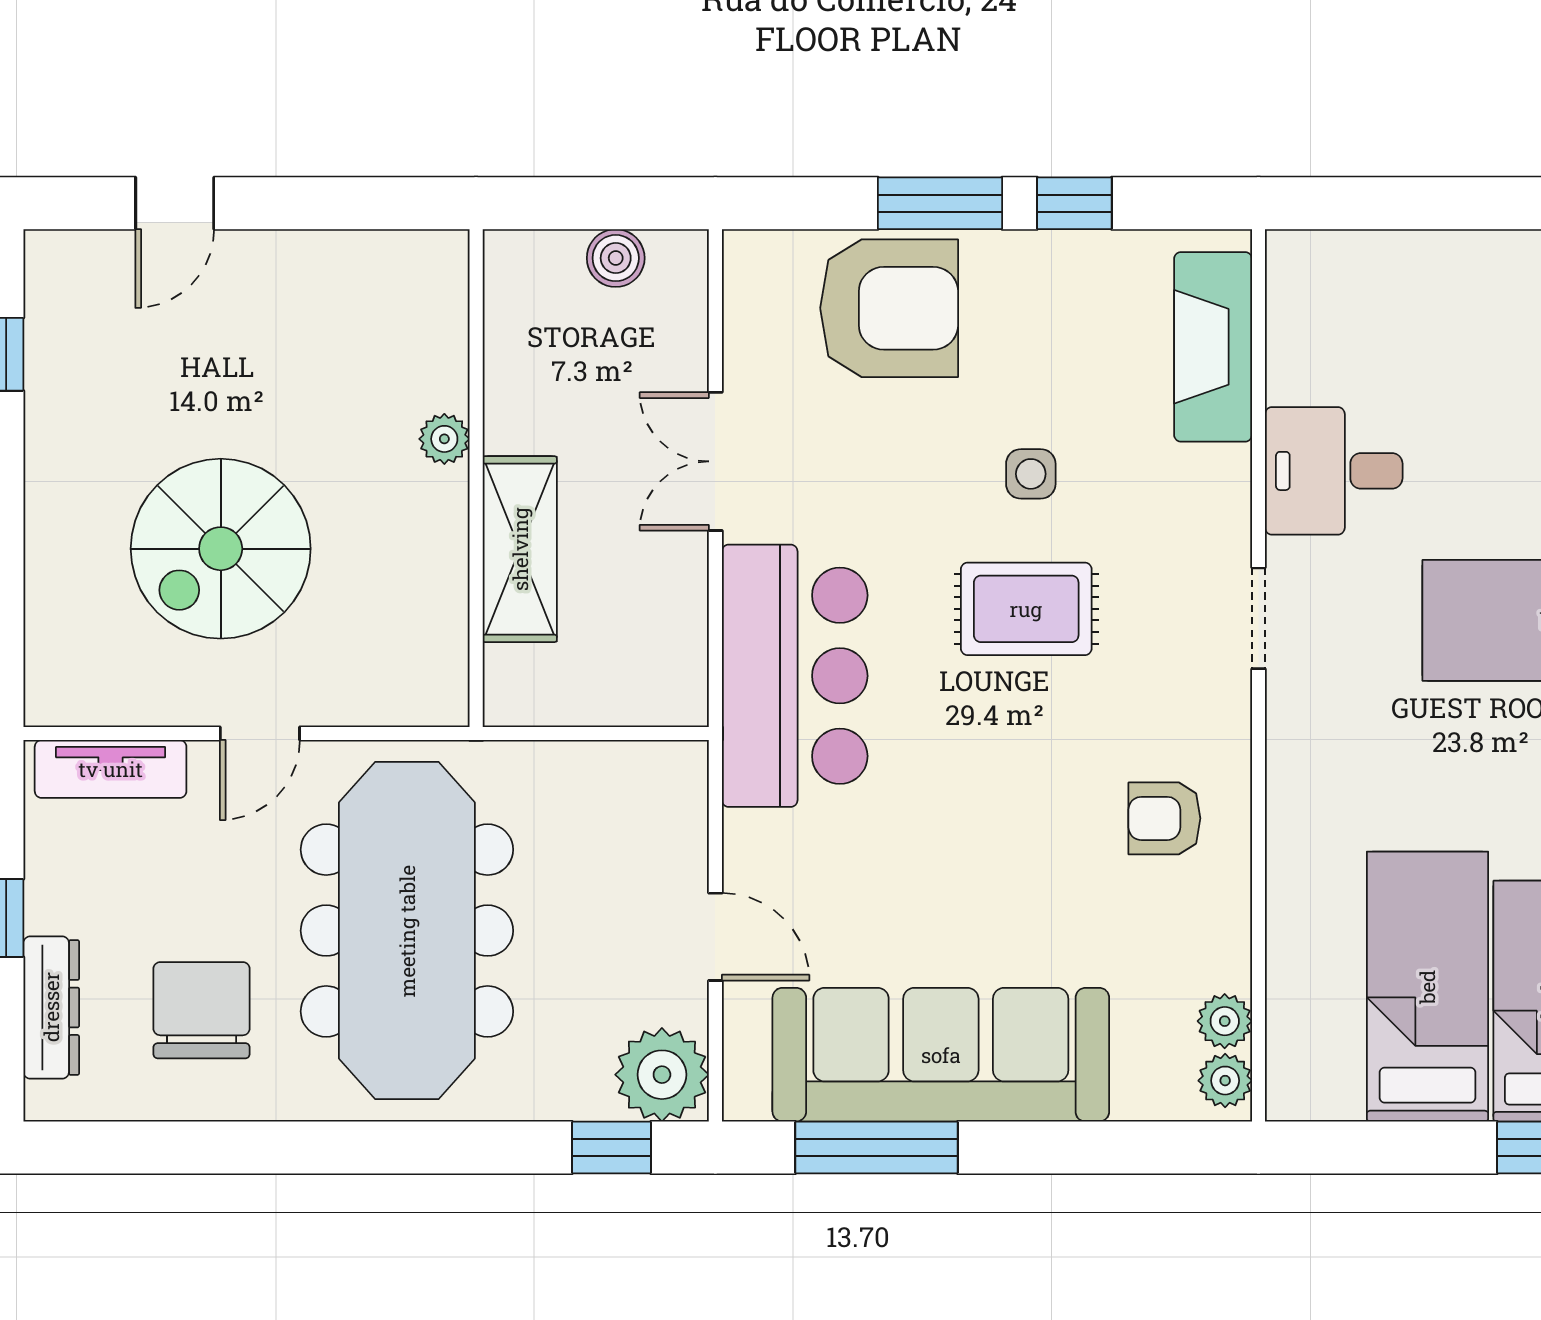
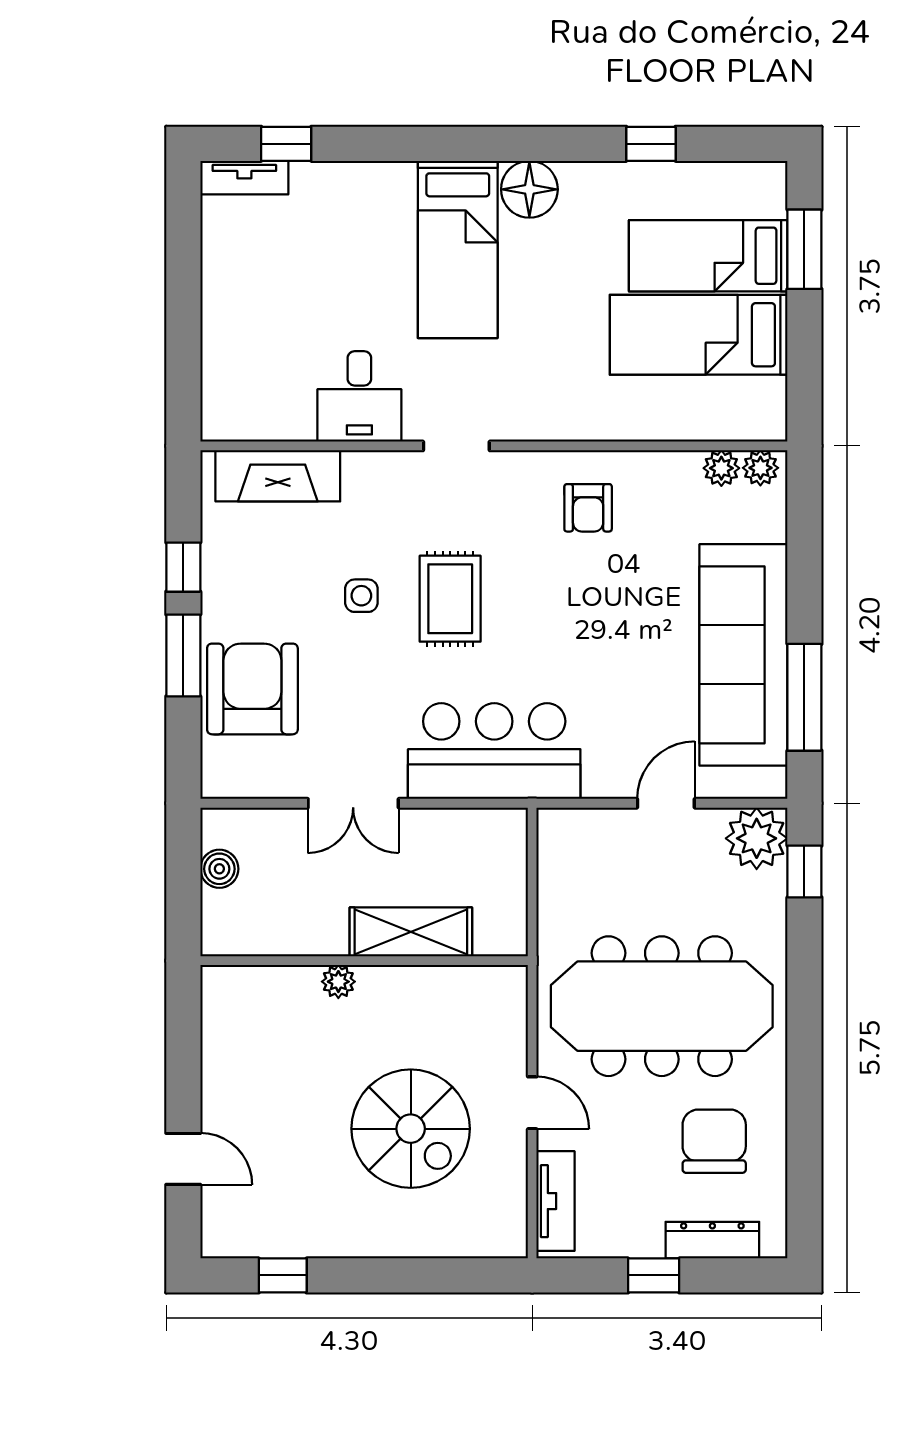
chair: (202, 1010) -> (714, 1141), turned 90

